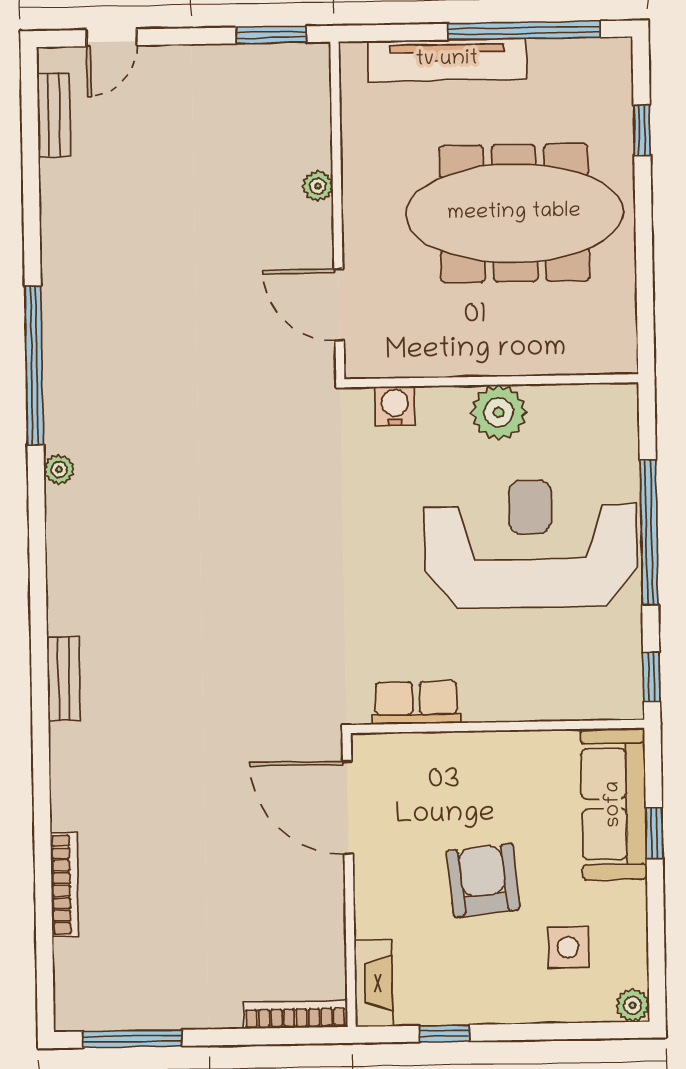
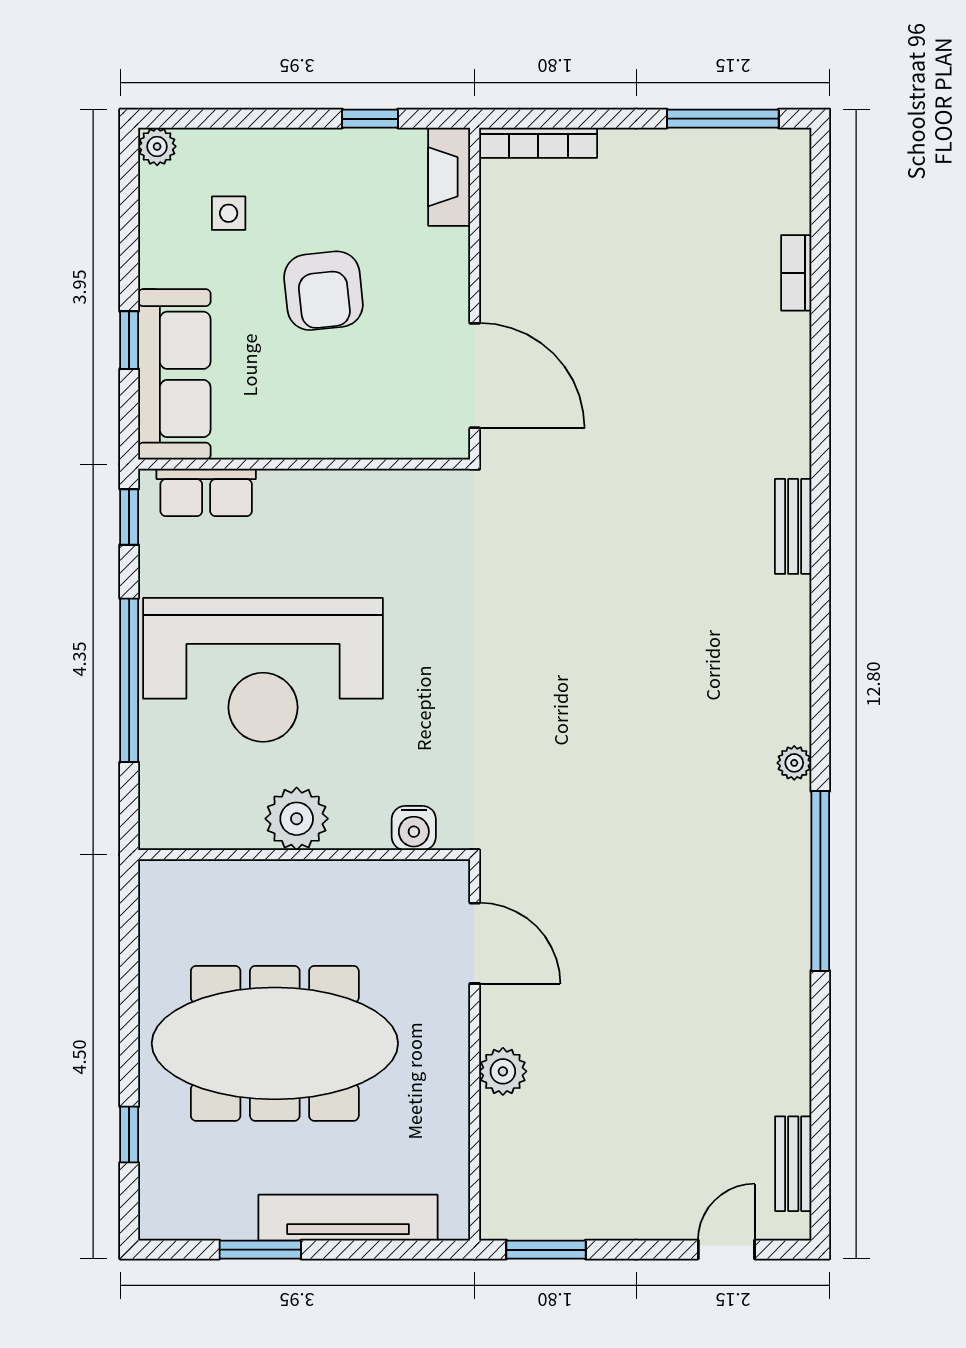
window: (524, 30) -> (260, 1250), width x0.47
plant: (318, 186) -> (503, 1071), width x1.38, depth x1.38
row of seats: (416, 703) -> (206, 492), moved
bookcase: (65, 885) -> (796, 273), width x0.64
side table: (568, 947) -> (229, 213), width x0.73, depth x0.73

